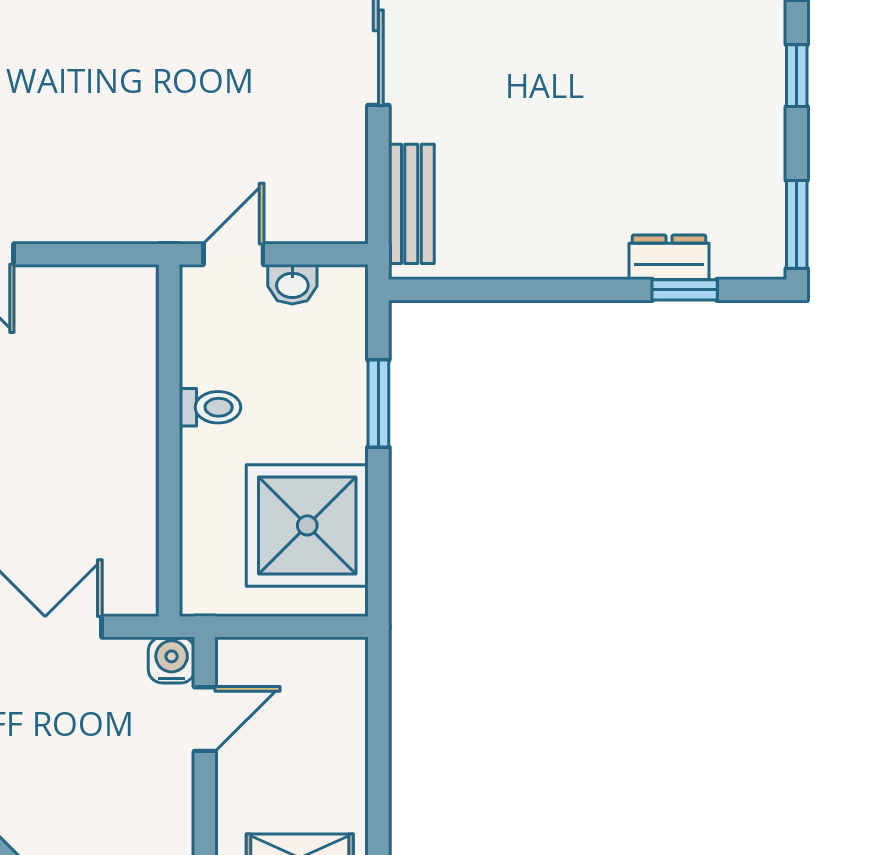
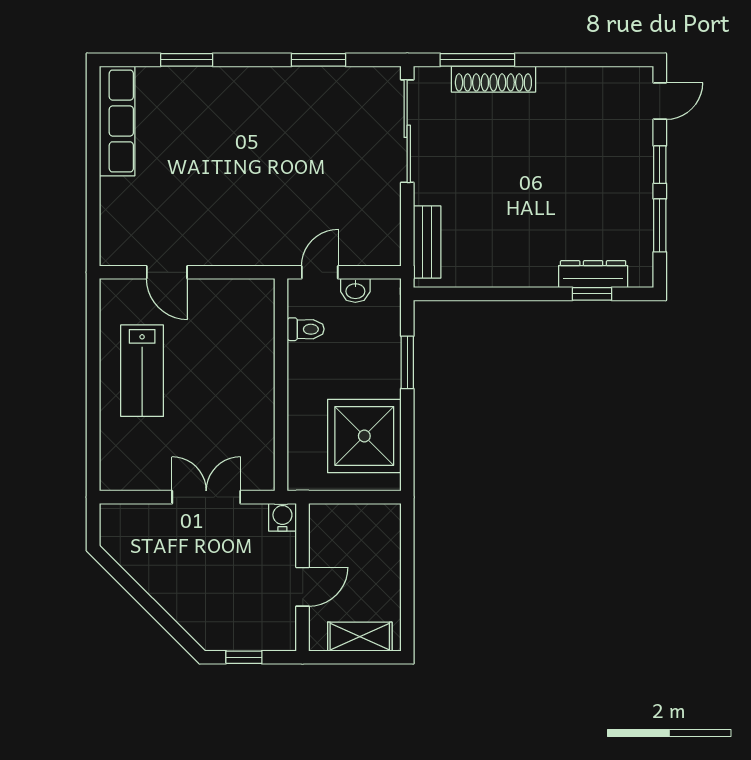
window: (797, 224) -> (660, 225), moved
dresser: (669, 257) -> (593, 274), width x1.44
toilet: (210, 407) -> (306, 329), moved
door: (205, 719) -> (303, 587), moved

